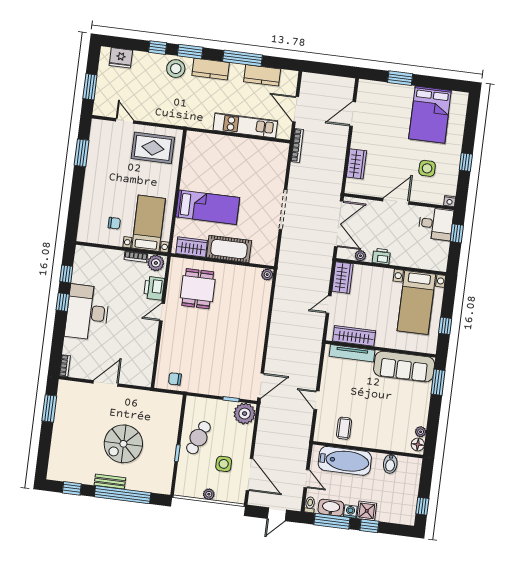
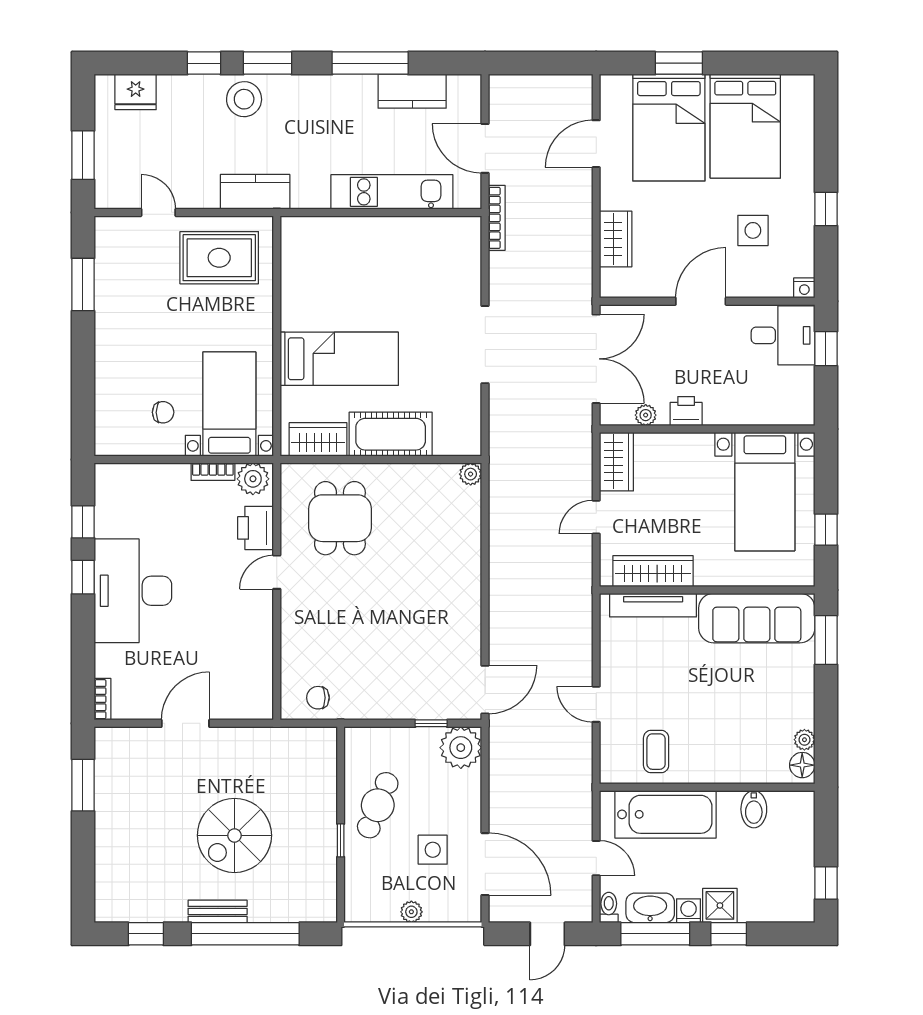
kitchen counter: (211, 69) -> (255, 192), moved, turned 180
bed: (391, 110) -> (669, 128), added

